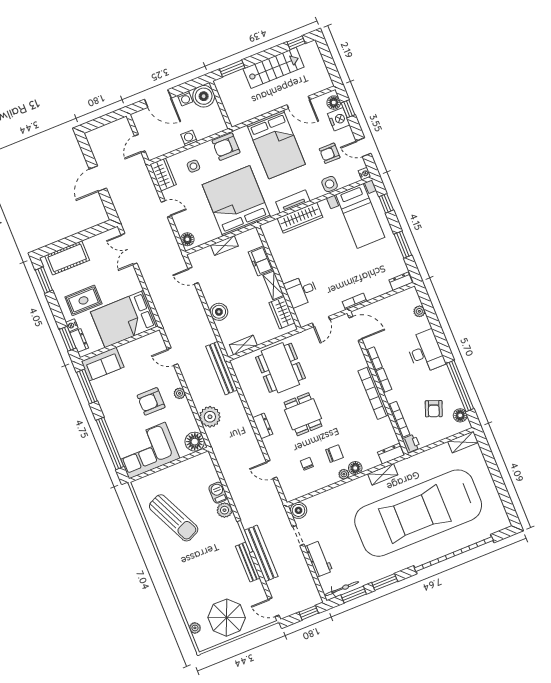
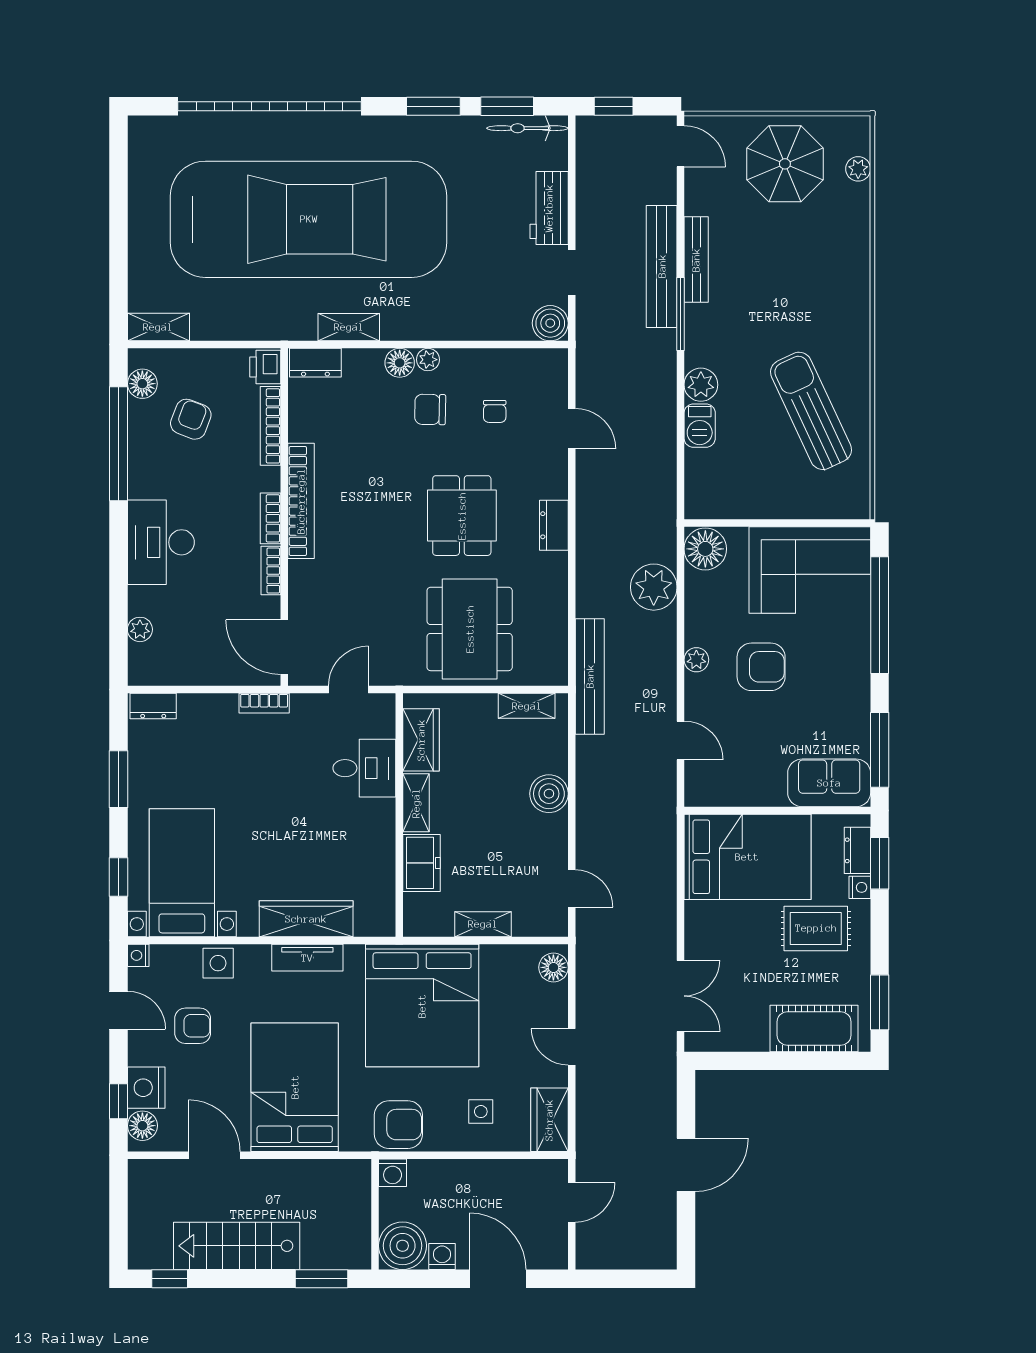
washing machine: (189, 138) -> (393, 1173), moved

